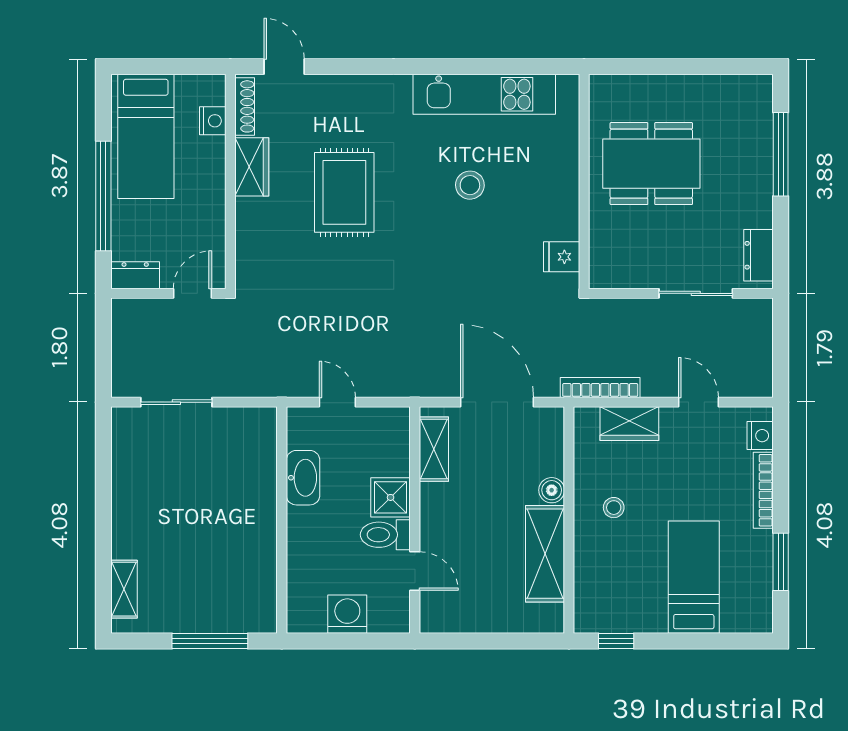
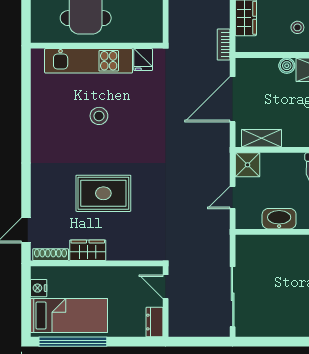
kitchen unit: (484, 94) -> (89, 61), moved, turned 90
nightstand: (213, 121) -> (39, 288), moved, turned -90
window: (103, 196) -> (73, 342), moved
bookcase: (600, 387) -> (224, 45), width x0.64
sliding door: (176, 402) -> (233, 297), width x1.37
shower: (391, 497) -> (248, 165), moved

